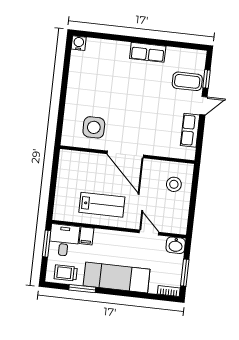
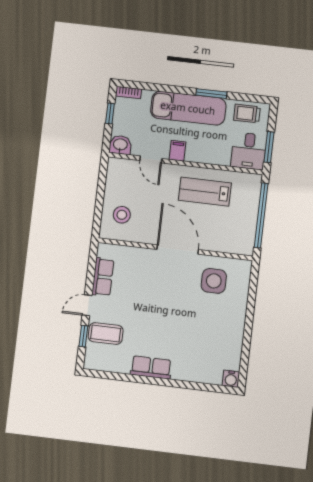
window: (53, 184) -> (261, 215), added
filing cabinet: (86, 236) -> (178, 151), moved
trolley: (66, 273) -> (247, 114), turned 180
window: (185, 273) -> (110, 113), width x0.67
window: (82, 289) -> (211, 94), moved

